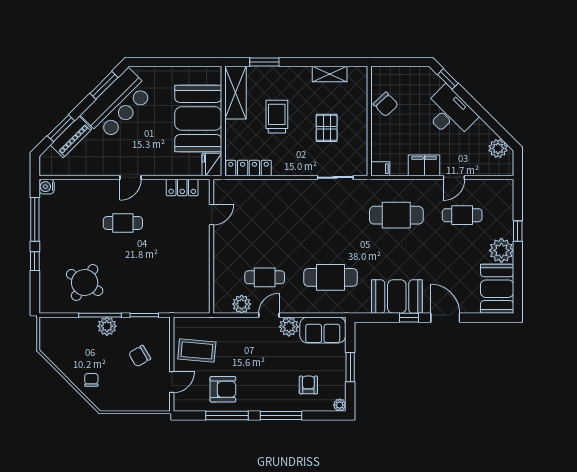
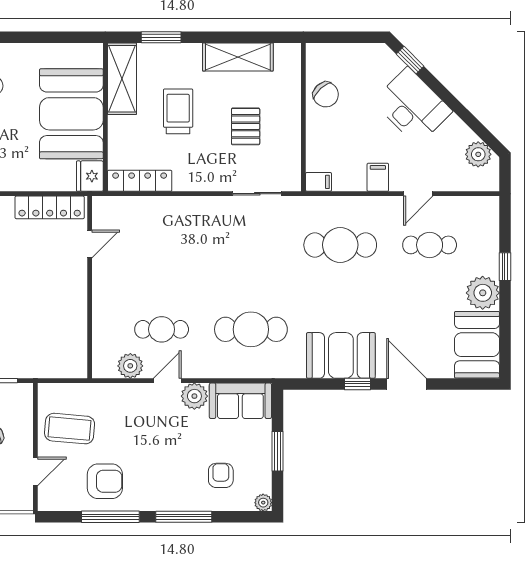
shelving: (330, 74) -> (238, 57), width x1.50, depth x1.33
filing cabinet: (424, 165) -> (378, 177), width x0.50
locker: (182, 187) -> (50, 207), width x1.53

